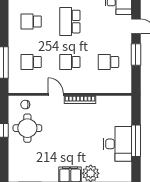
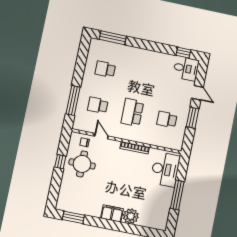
school desk: (70, 22) -> (140, 76), removed
school desk: (70, 62) -> (132, 112), width x1.85
door: (56, 94) -> (101, 136), moved
desk: (117, 144) -> (165, 169), moved

